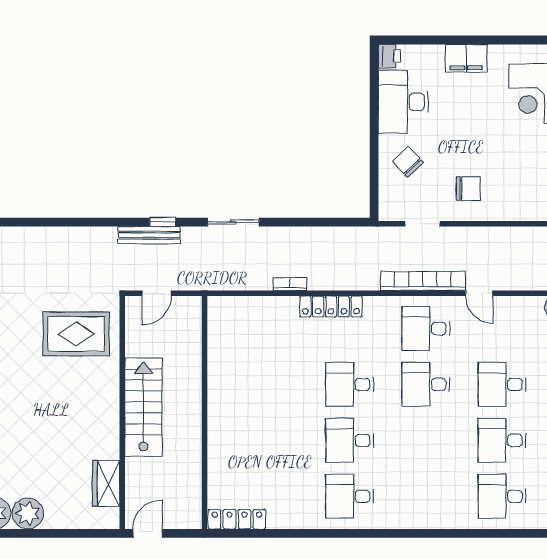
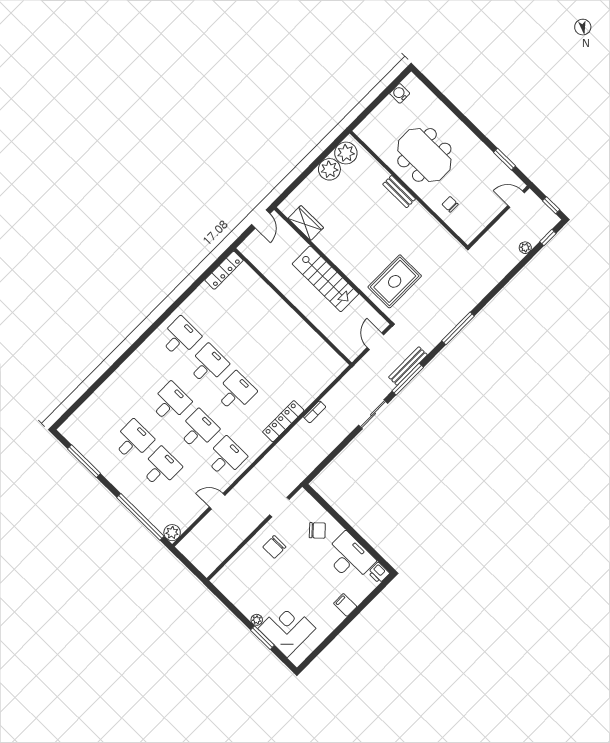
filing cabinet: (466, 58) -> (345, 605), width x0.50
window: (60, 222) -> (458, 328), added
window: (163, 222) -> (408, 379), width x2.17
bookcase: (423, 281) -> (251, 479), removed
desk: (502, 496) -> (170, 403), moved

